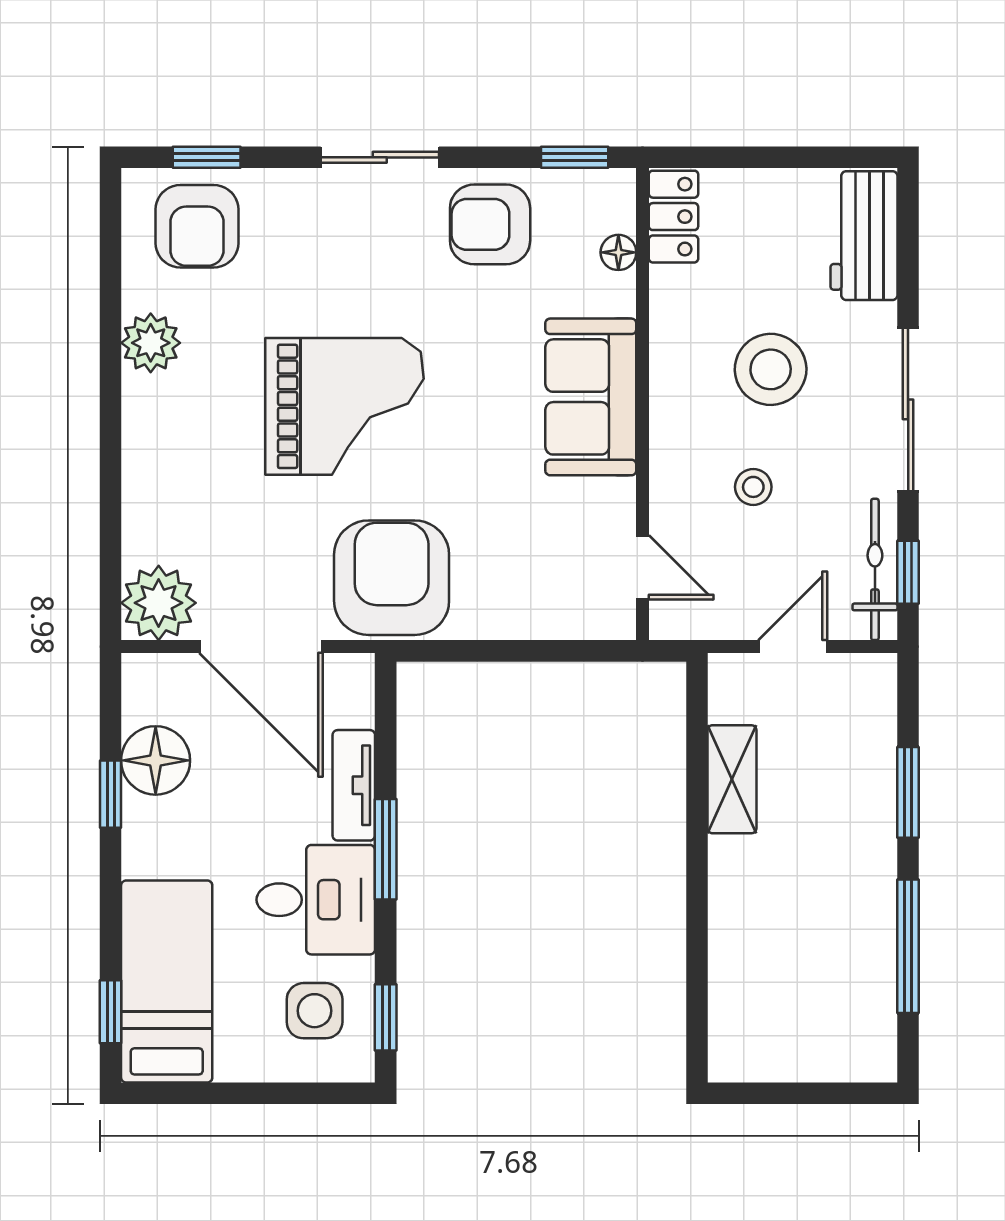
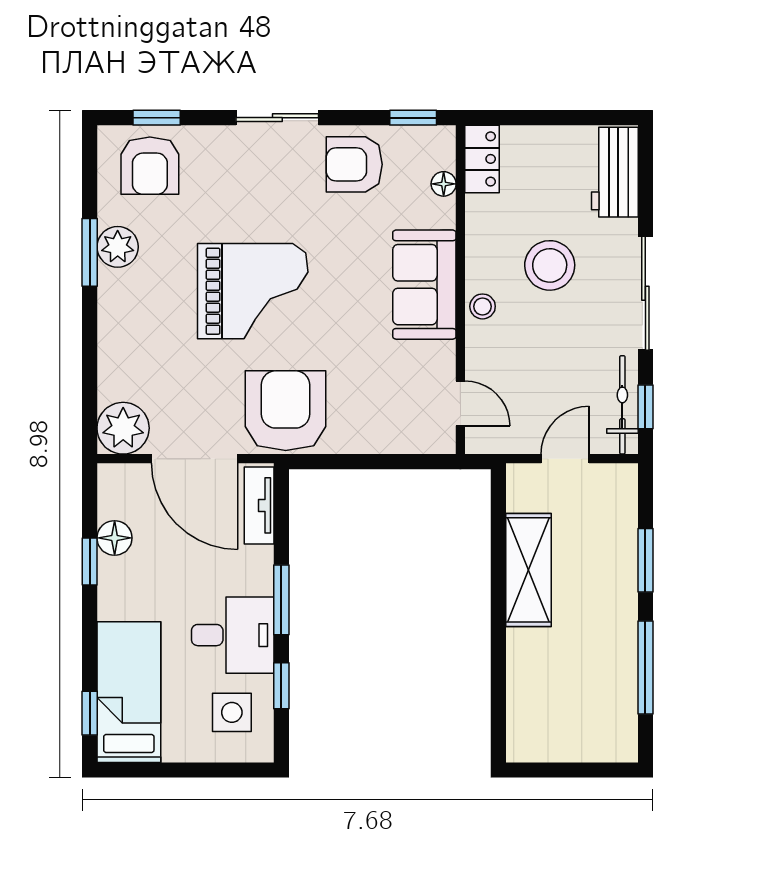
window: (111, 351) -> (90, 252), added
stool: (753, 487) -> (483, 306), moved
floor lamp: (156, 760) -> (115, 538), width x0.73, depth x0.73
shelving: (732, 779) -> (528, 570), width x1.50, depth x1.33
tv unit: (354, 785) -> (259, 505), moved
window: (386, 1017) -> (281, 686), moved

